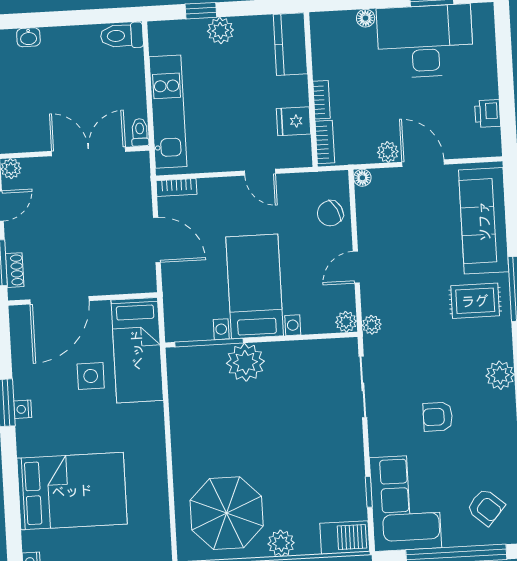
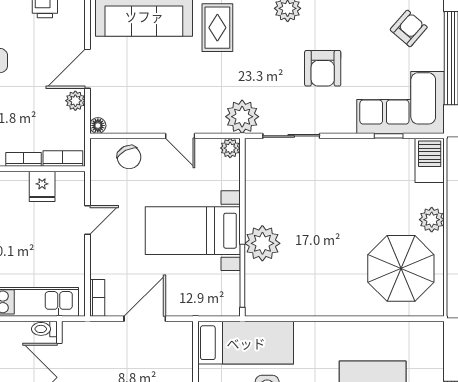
plant: (372, 325) -> (242, 117), width x1.87, depth x1.87
armchair: (438, 417) -> (323, 68), width x1.38, depth x1.38

